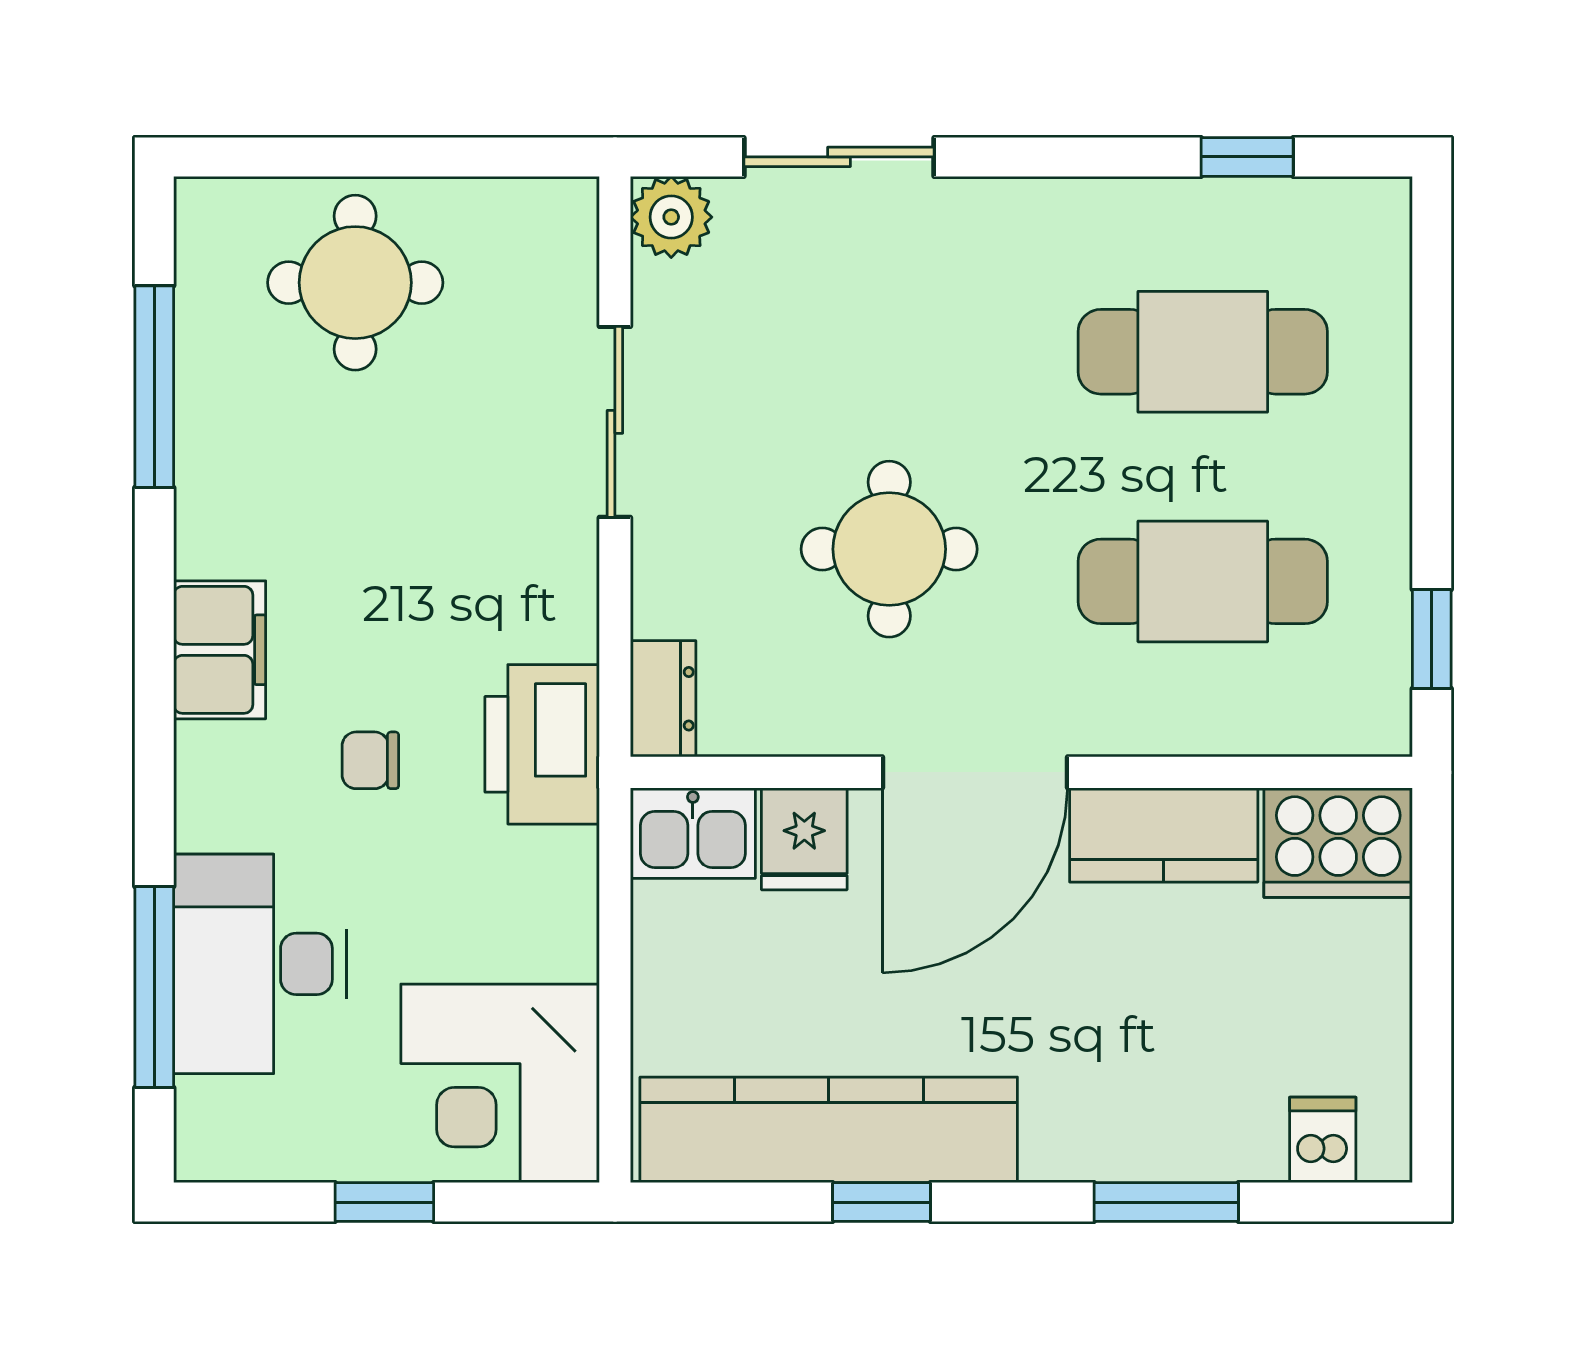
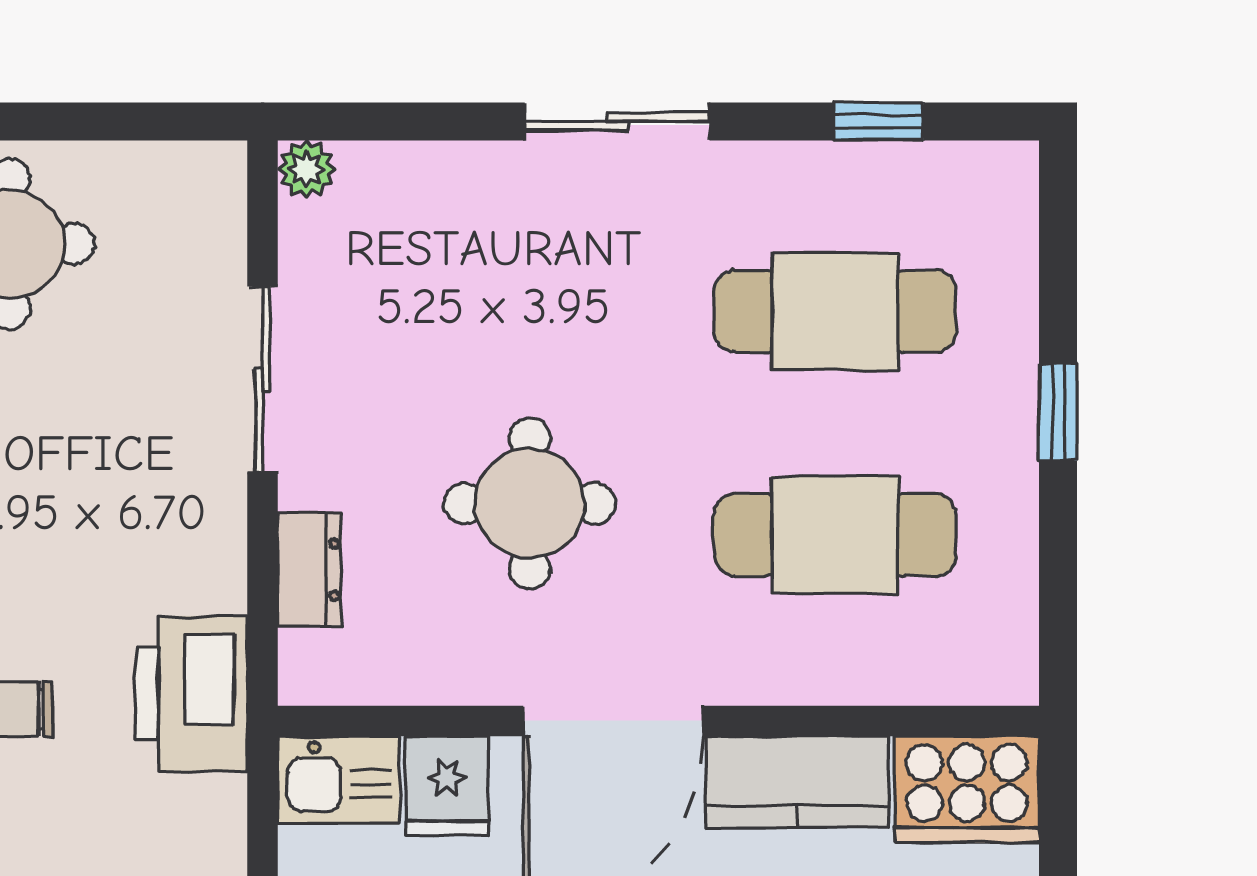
sliding door: (839, 157) -> (617, 121), moved
plant: (671, 217) -> (306, 169), width x0.73, depth x0.73
window: (1432, 639) -> (1058, 412), moved
dresser: (663, 699) -> (309, 570), moved

